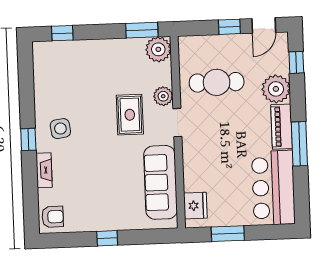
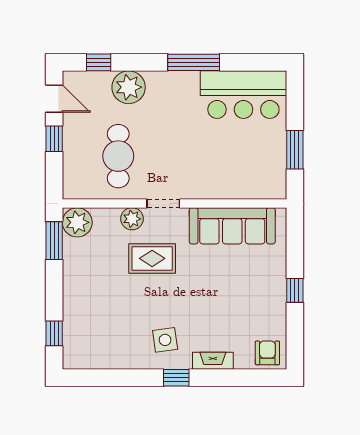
piano: (282, 127) -> (173, 82), removed
fridge: (195, 206) -> (261, 186), removed

